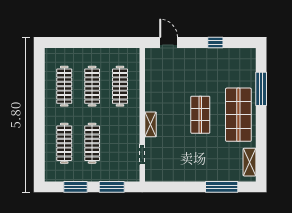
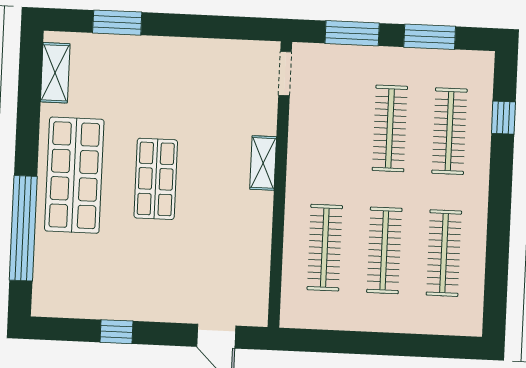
window: (261, 89) -> (23, 228), width x1.46
window: (39, 151) -> (503, 118), added
doorway: (142, 155) -> (285, 74), moved
window: (222, 187) -> (117, 23), width x0.69

